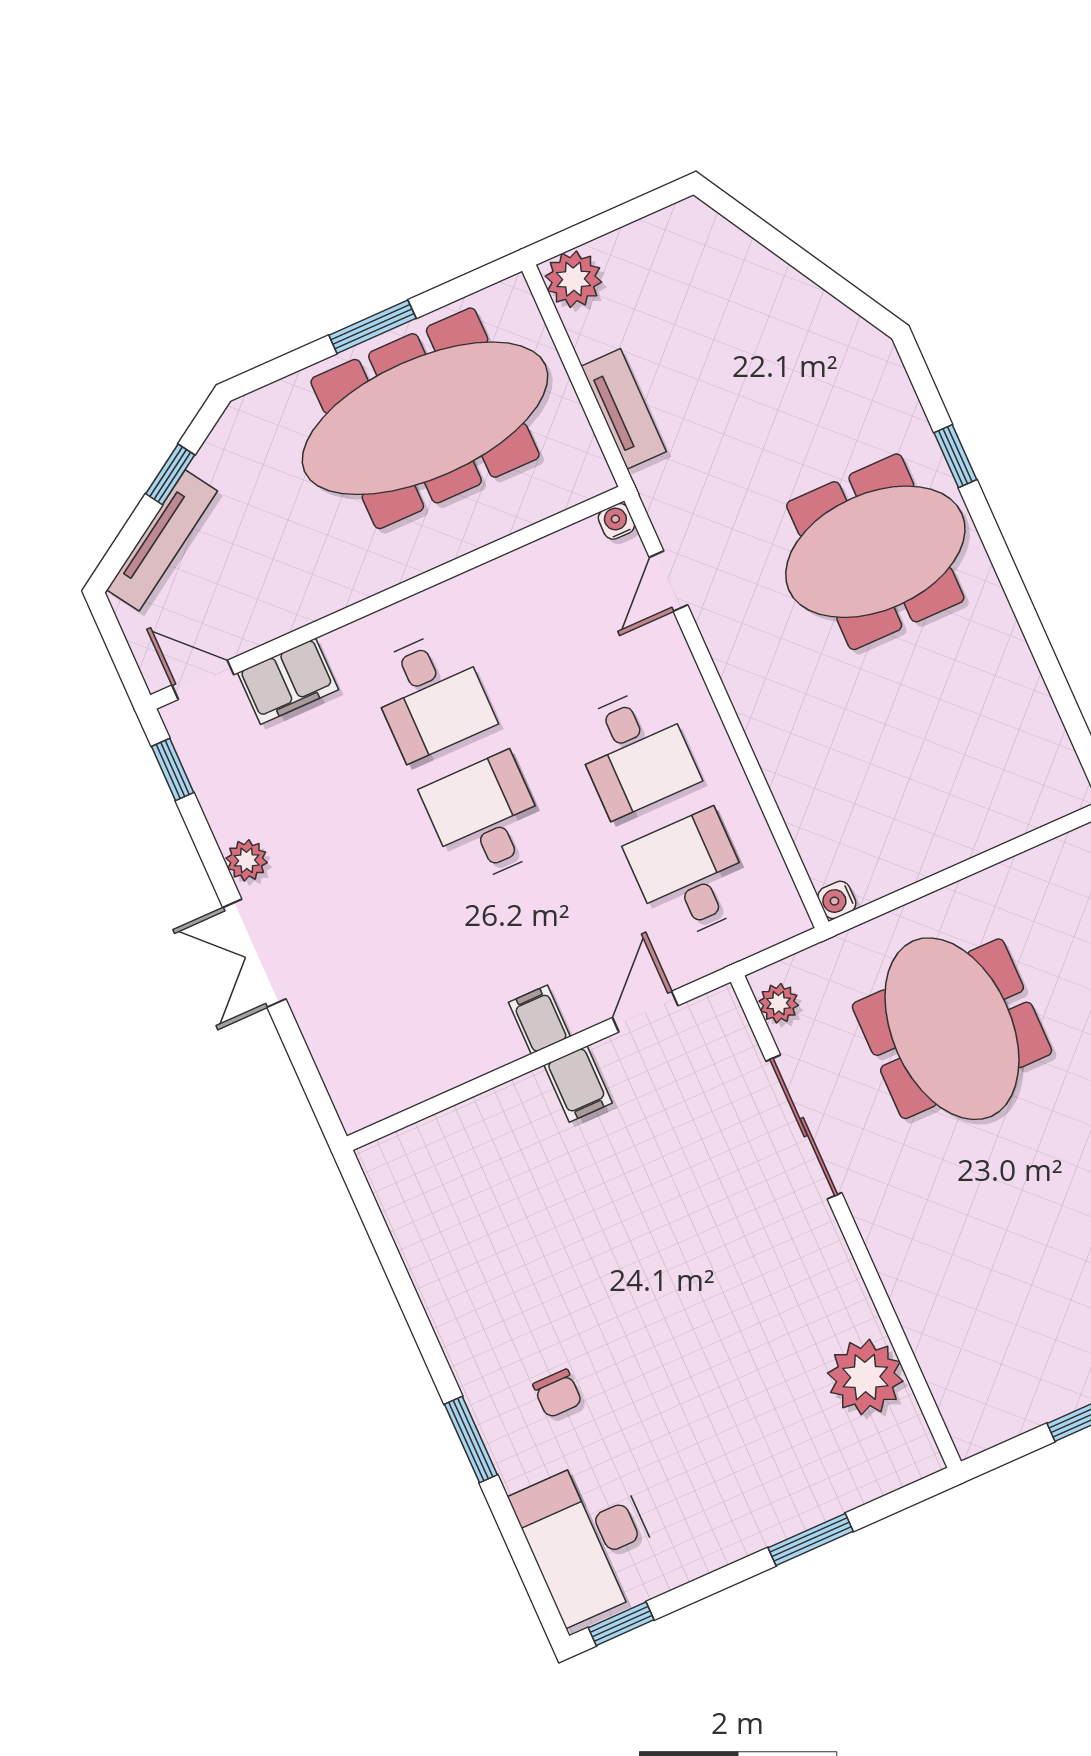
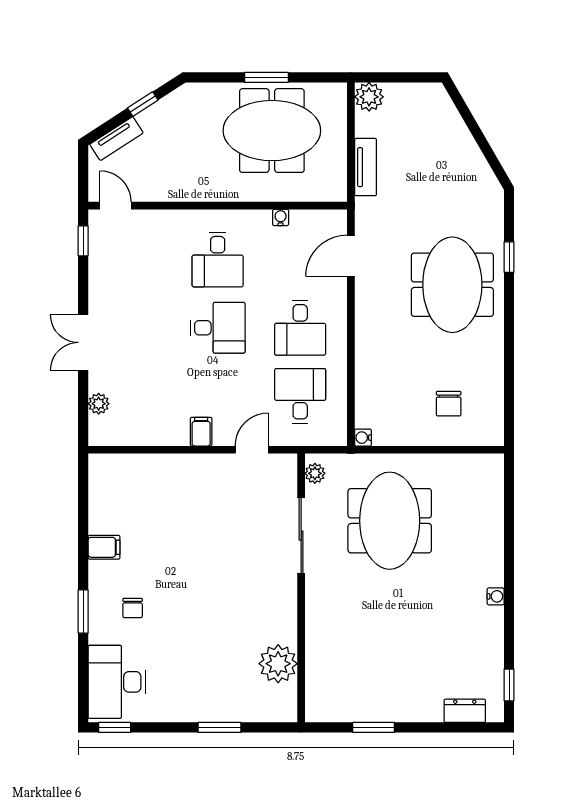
meeting table: (425, 418) -> (272, 131), width x0.73
water cooler: (616, 521) -> (281, 217), moved
tv unit: (162, 540) -> (117, 139), width x0.71
meeting table: (875, 552) -> (452, 285), turned 90
door: (669, 581) -> (351, 256), width x1.37
filing cabinet: (288, 681) -> (155, 224), removed
chair: (964, 770) -> (449, 404), added
desk: (486, 818) -> (218, 328), turned 90
plant: (247, 860) -> (99, 404), moved
filing cabinet: (578, 1084) -> (104, 547), moved, turned -90

